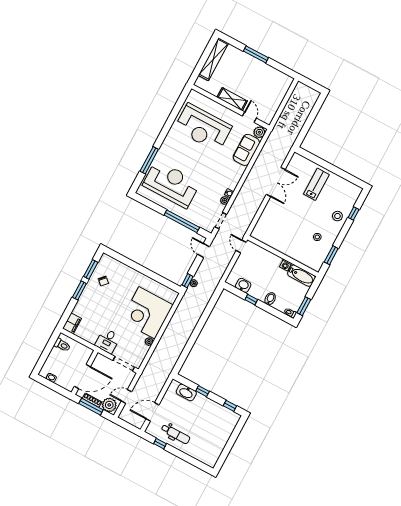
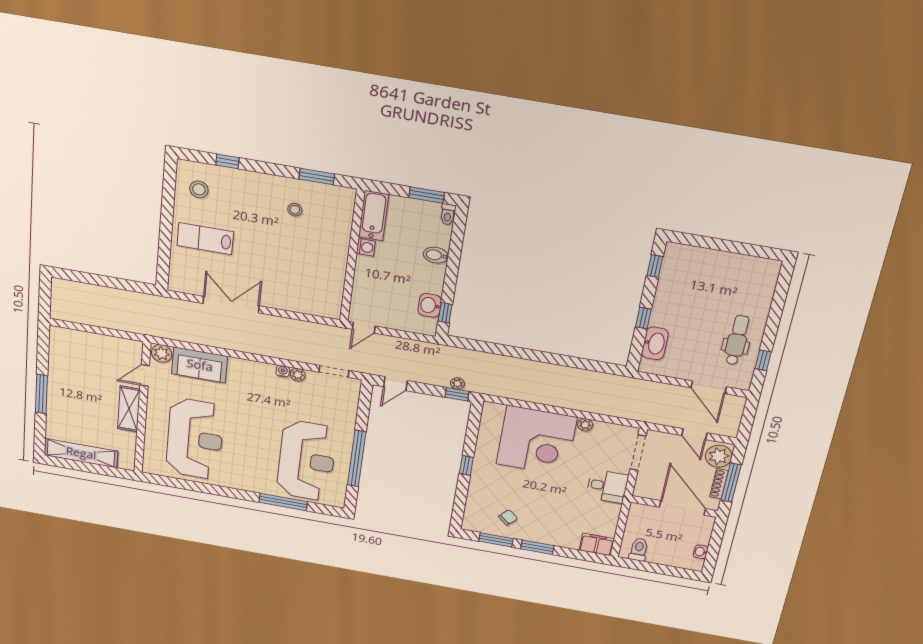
reception desk: (171, 184) -> (306, 461), turned 180
stool: (337, 216) -> (199, 189), moved
window: (182, 221) -> (357, 458), moved
window: (143, 270) -> (466, 465), added
window: (251, 300) -> (445, 313), moved

